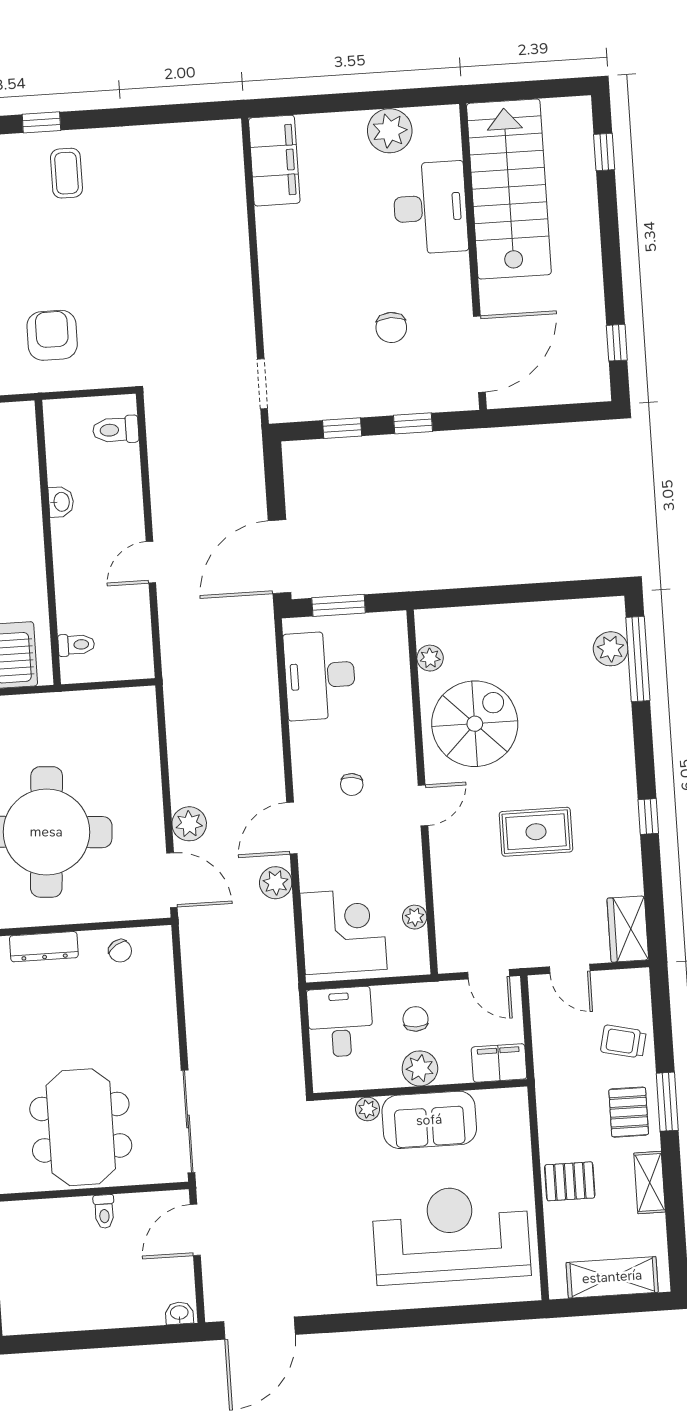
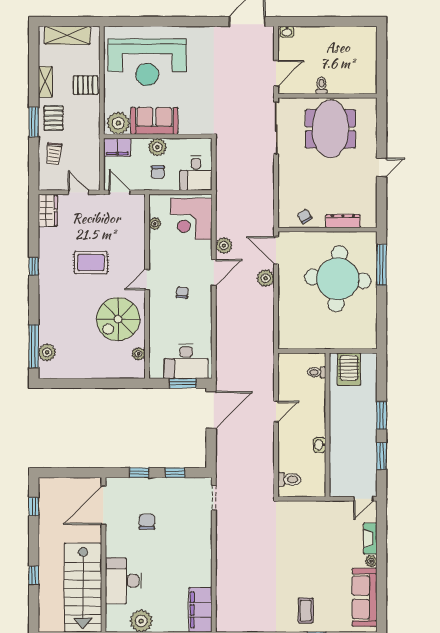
window: (604, 152) -> (34, 575), moved
armchair: (52, 335) -> (318, 529), removed
desk: (320, 676) -> (186, 361), moved, turned 90
trolley: (623, 1042) -> (54, 154), turned 82
plant: (368, 1109) -> (118, 123), moved, width x1.88, depth x1.88

